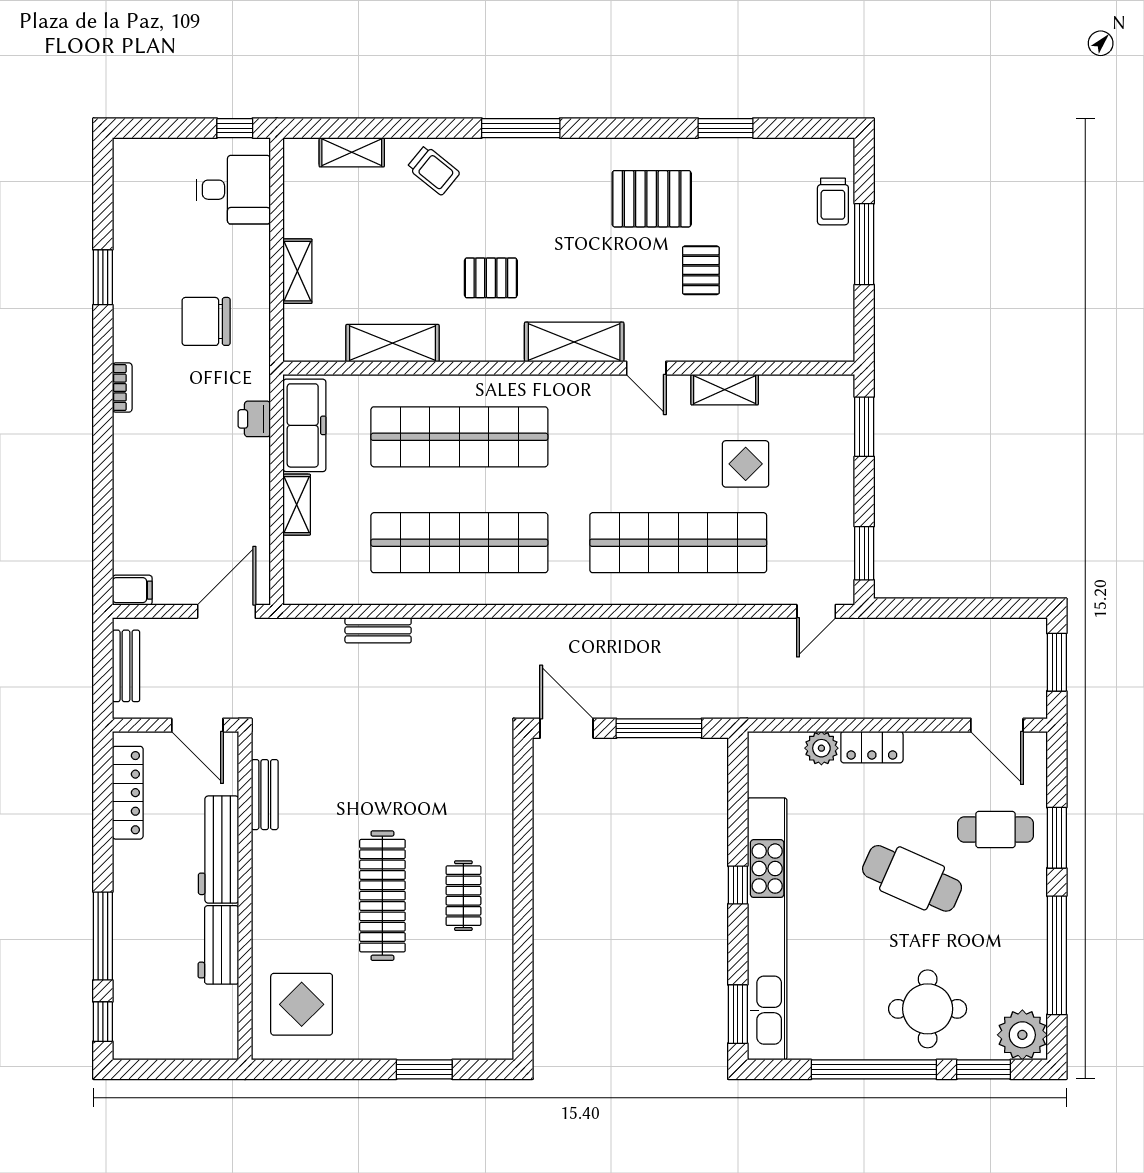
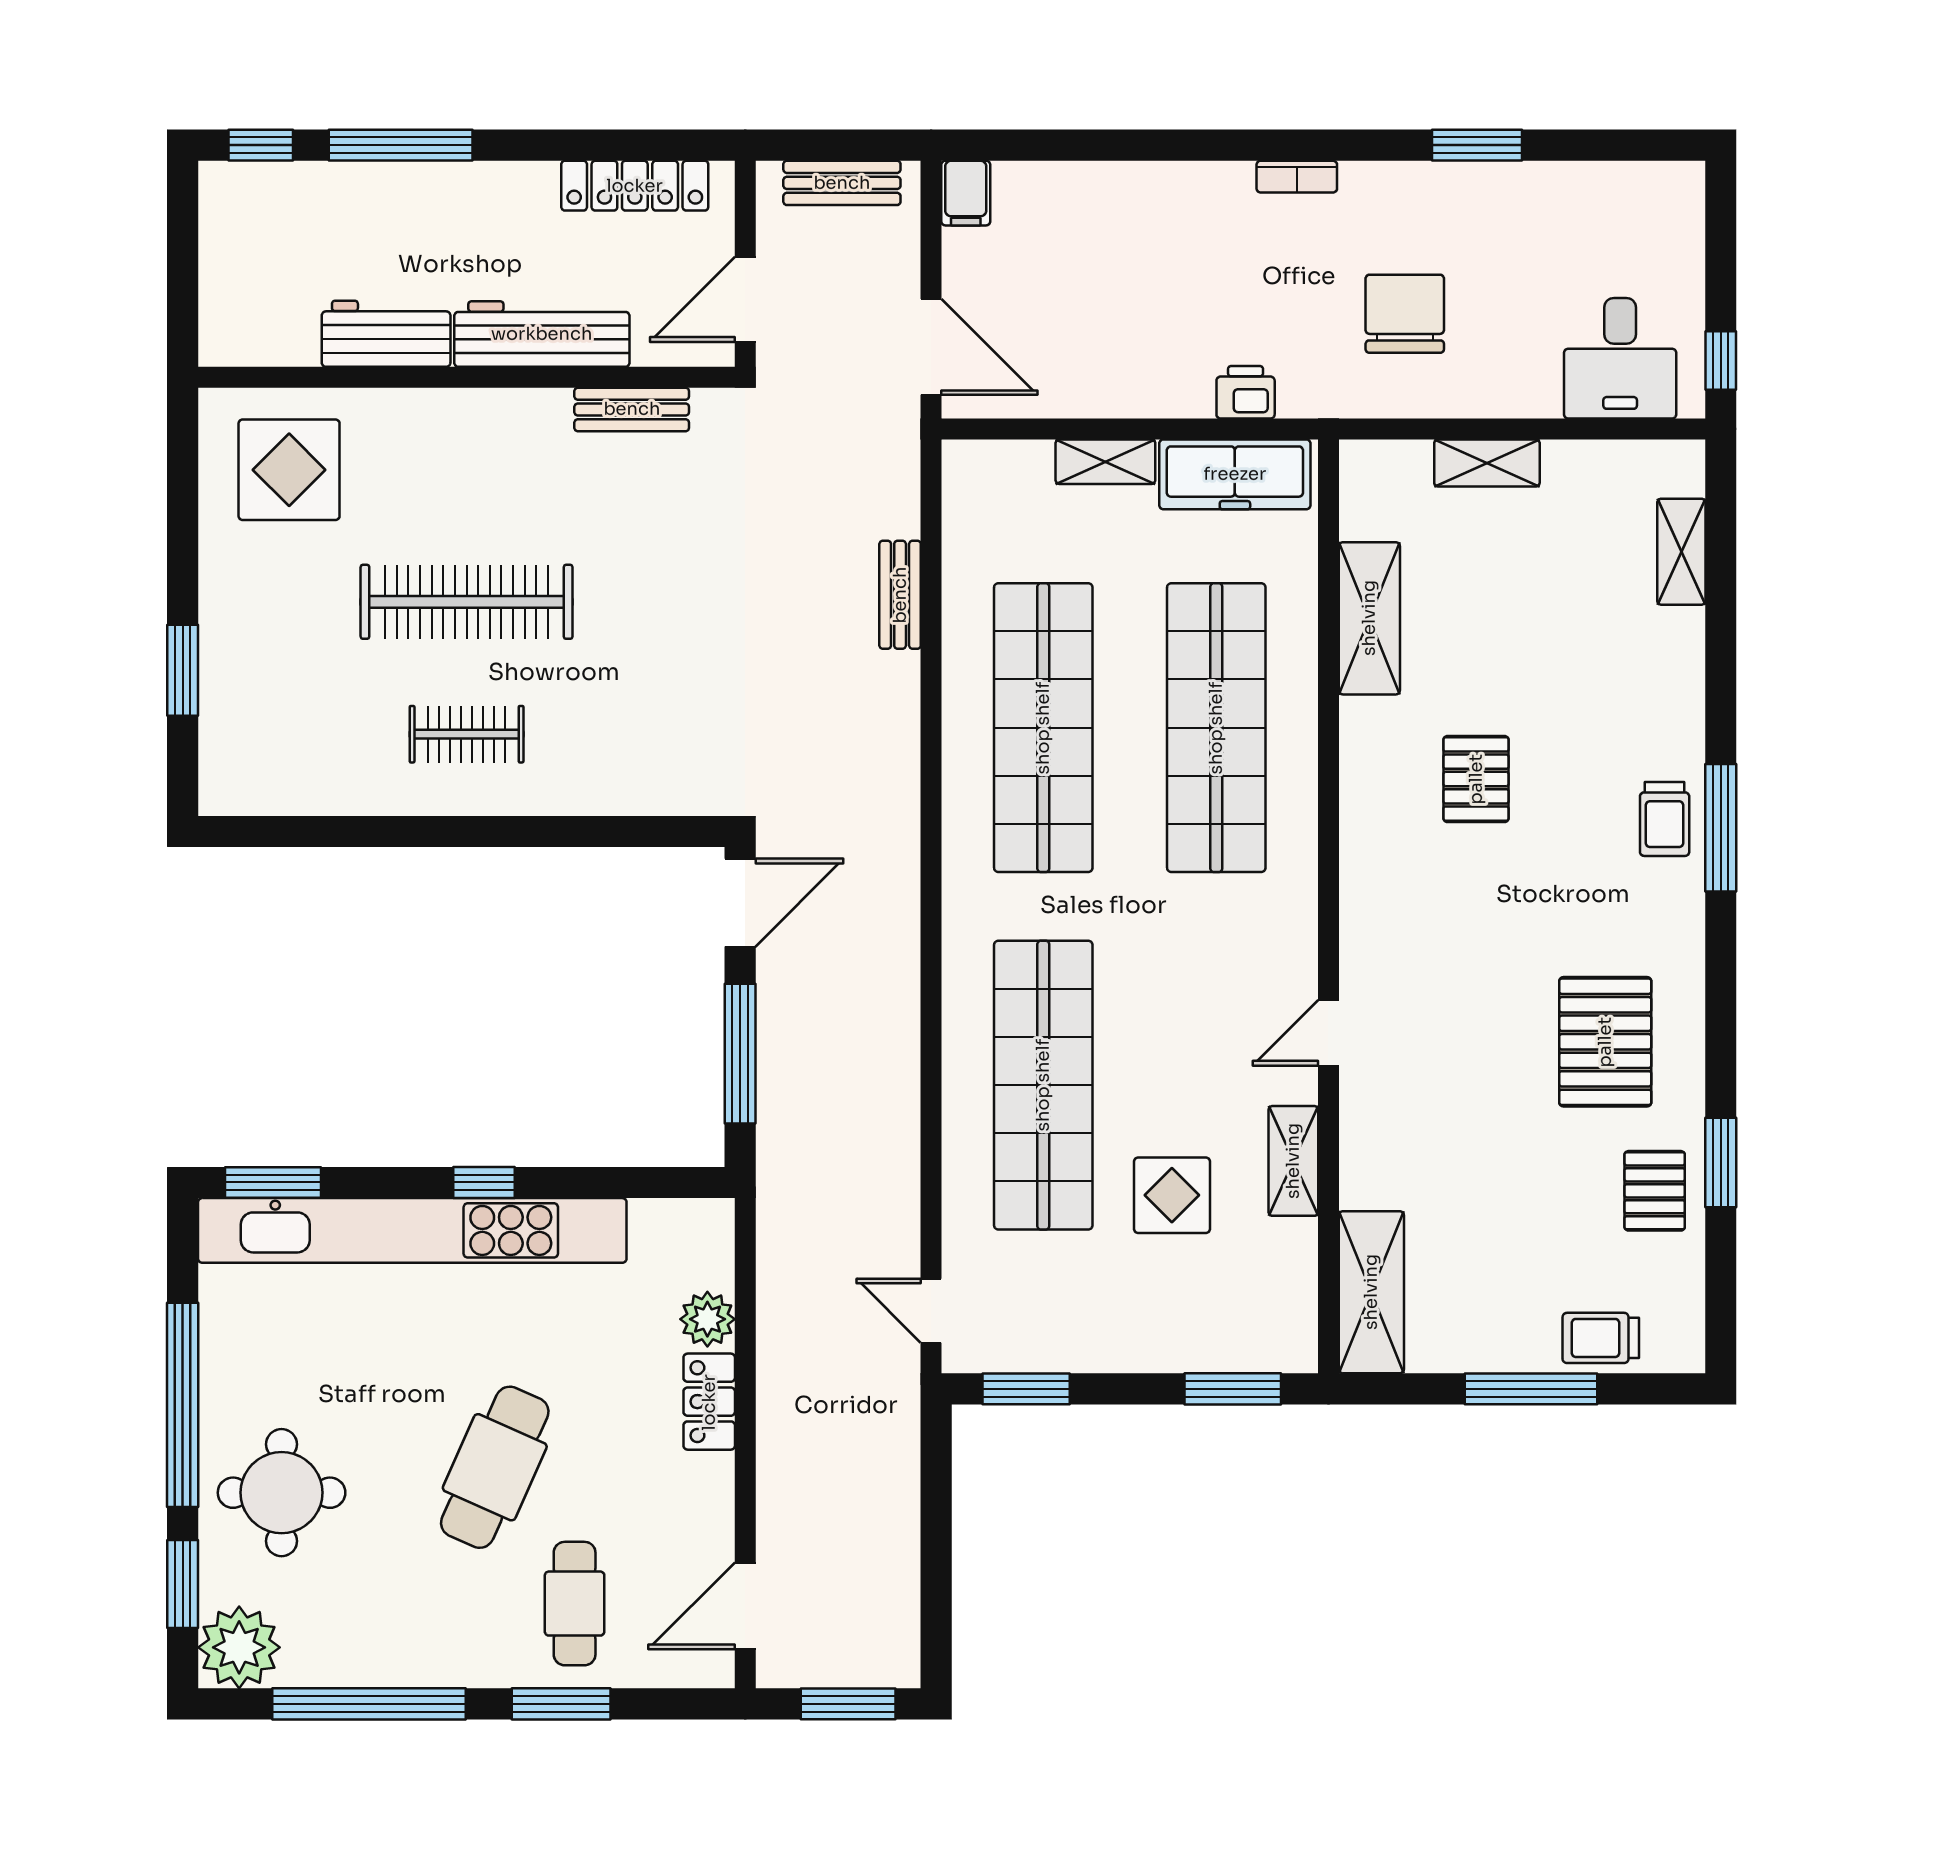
trolley: (433, 170) -> (1665, 819), moved, turned -39
pallet: (701, 270) -> (1655, 1191), moved, turned 90
shelving: (574, 342) -> (1371, 1292), moved

